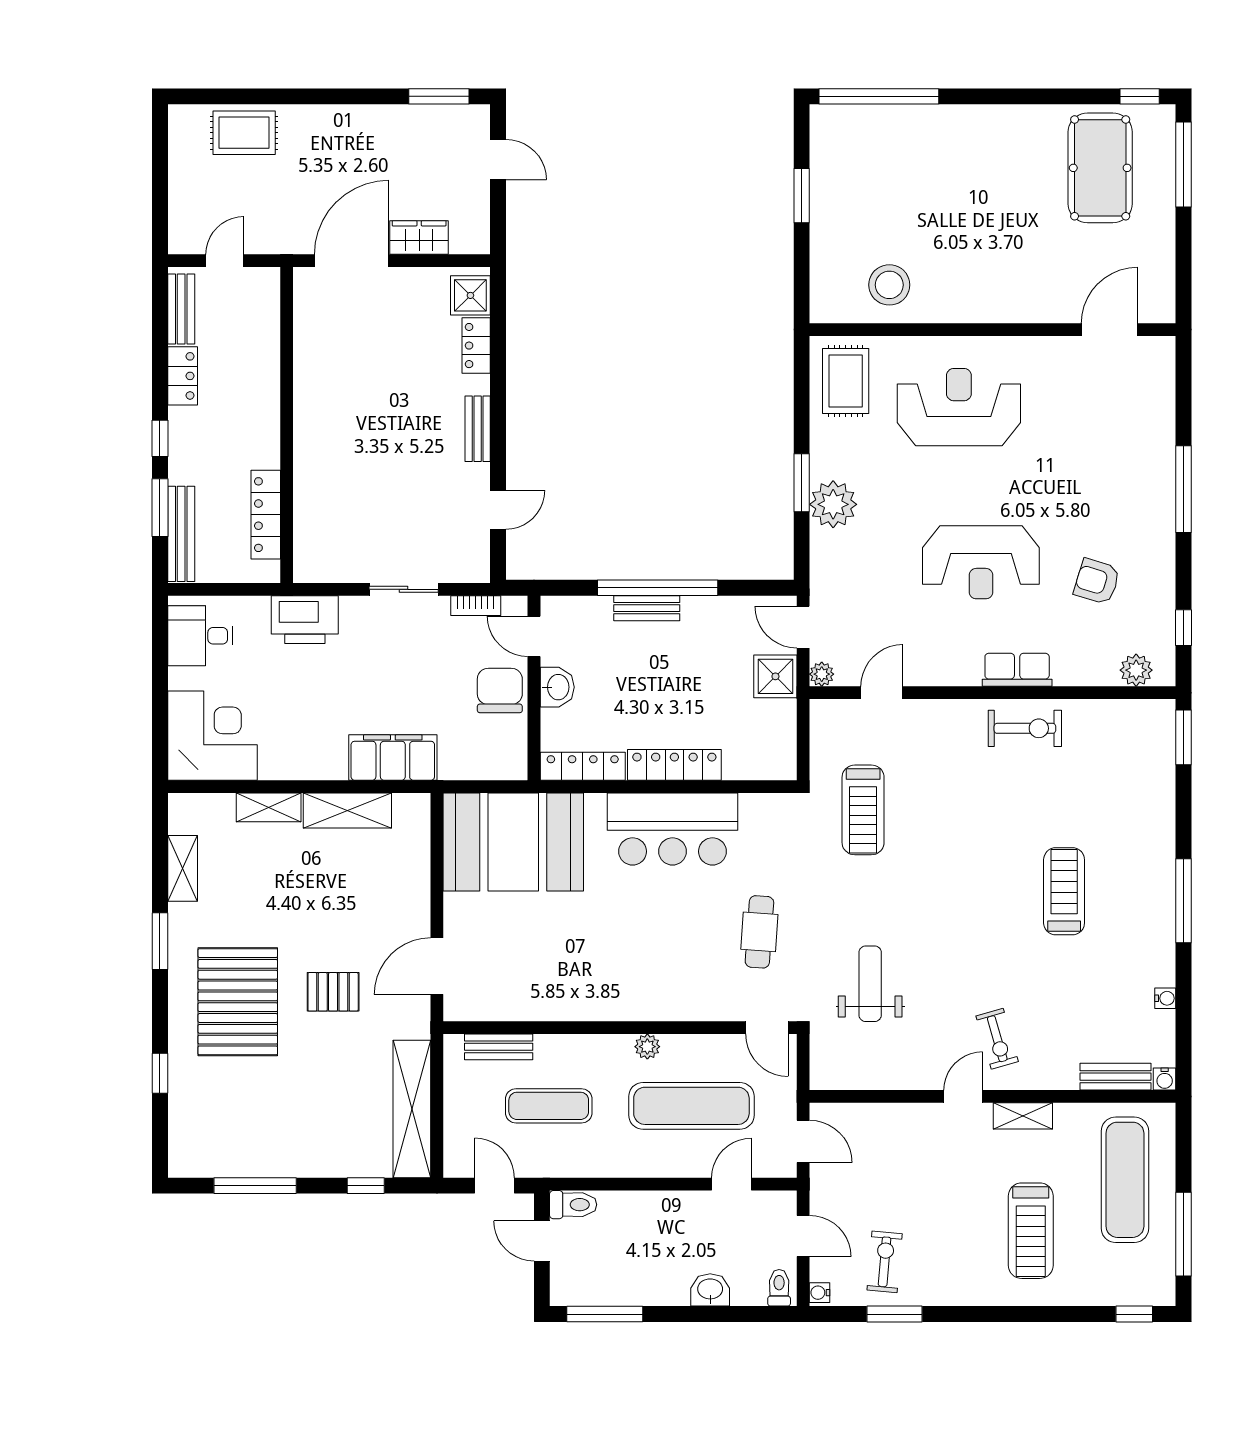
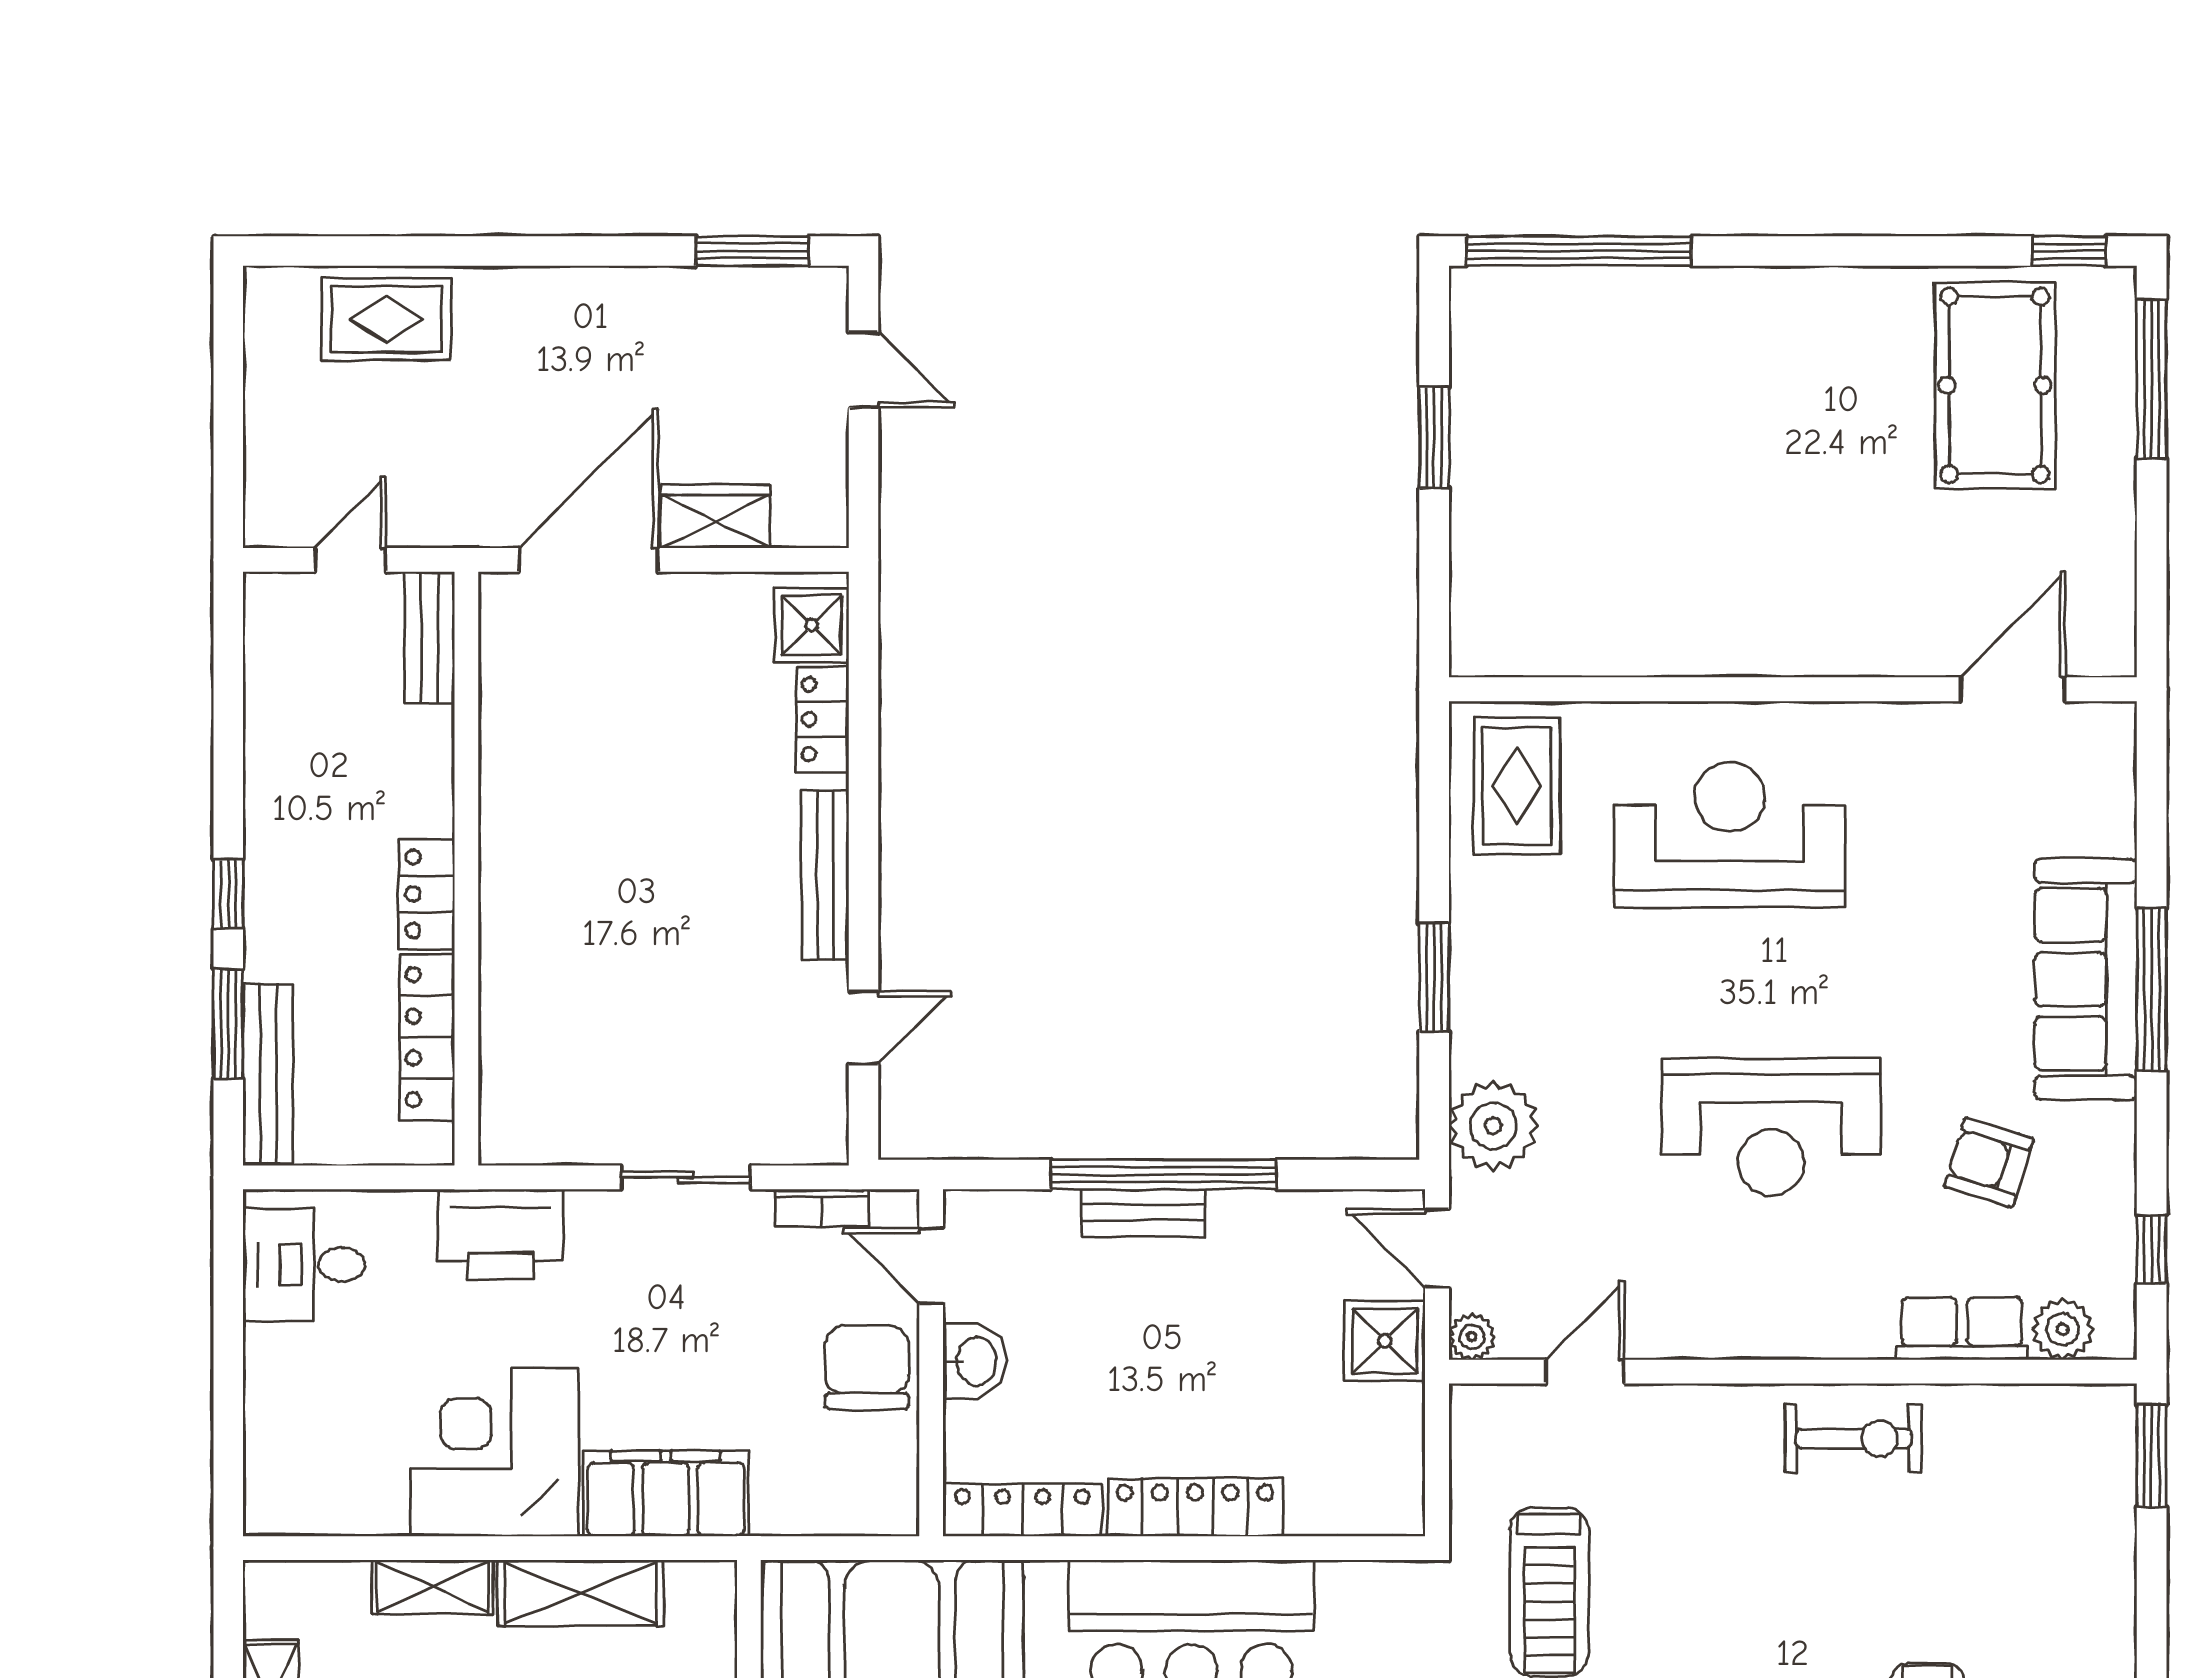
stool: (889, 285) -> (1599, 605), removed
bench: (181, 309) -> (429, 638), moved
locker: (183, 376) -> (427, 894), moved, turned 180
bench: (478, 429) -> (825, 875), width x1.36
sofa: (1148, 484) -> (2086, 979), added
plant: (833, 504) -> (1493, 1126), moved
row of seats: (1017, 670) -> (1962, 1329), moved
corner desk: (212, 736) -> (494, 1452), moved, turned -90

